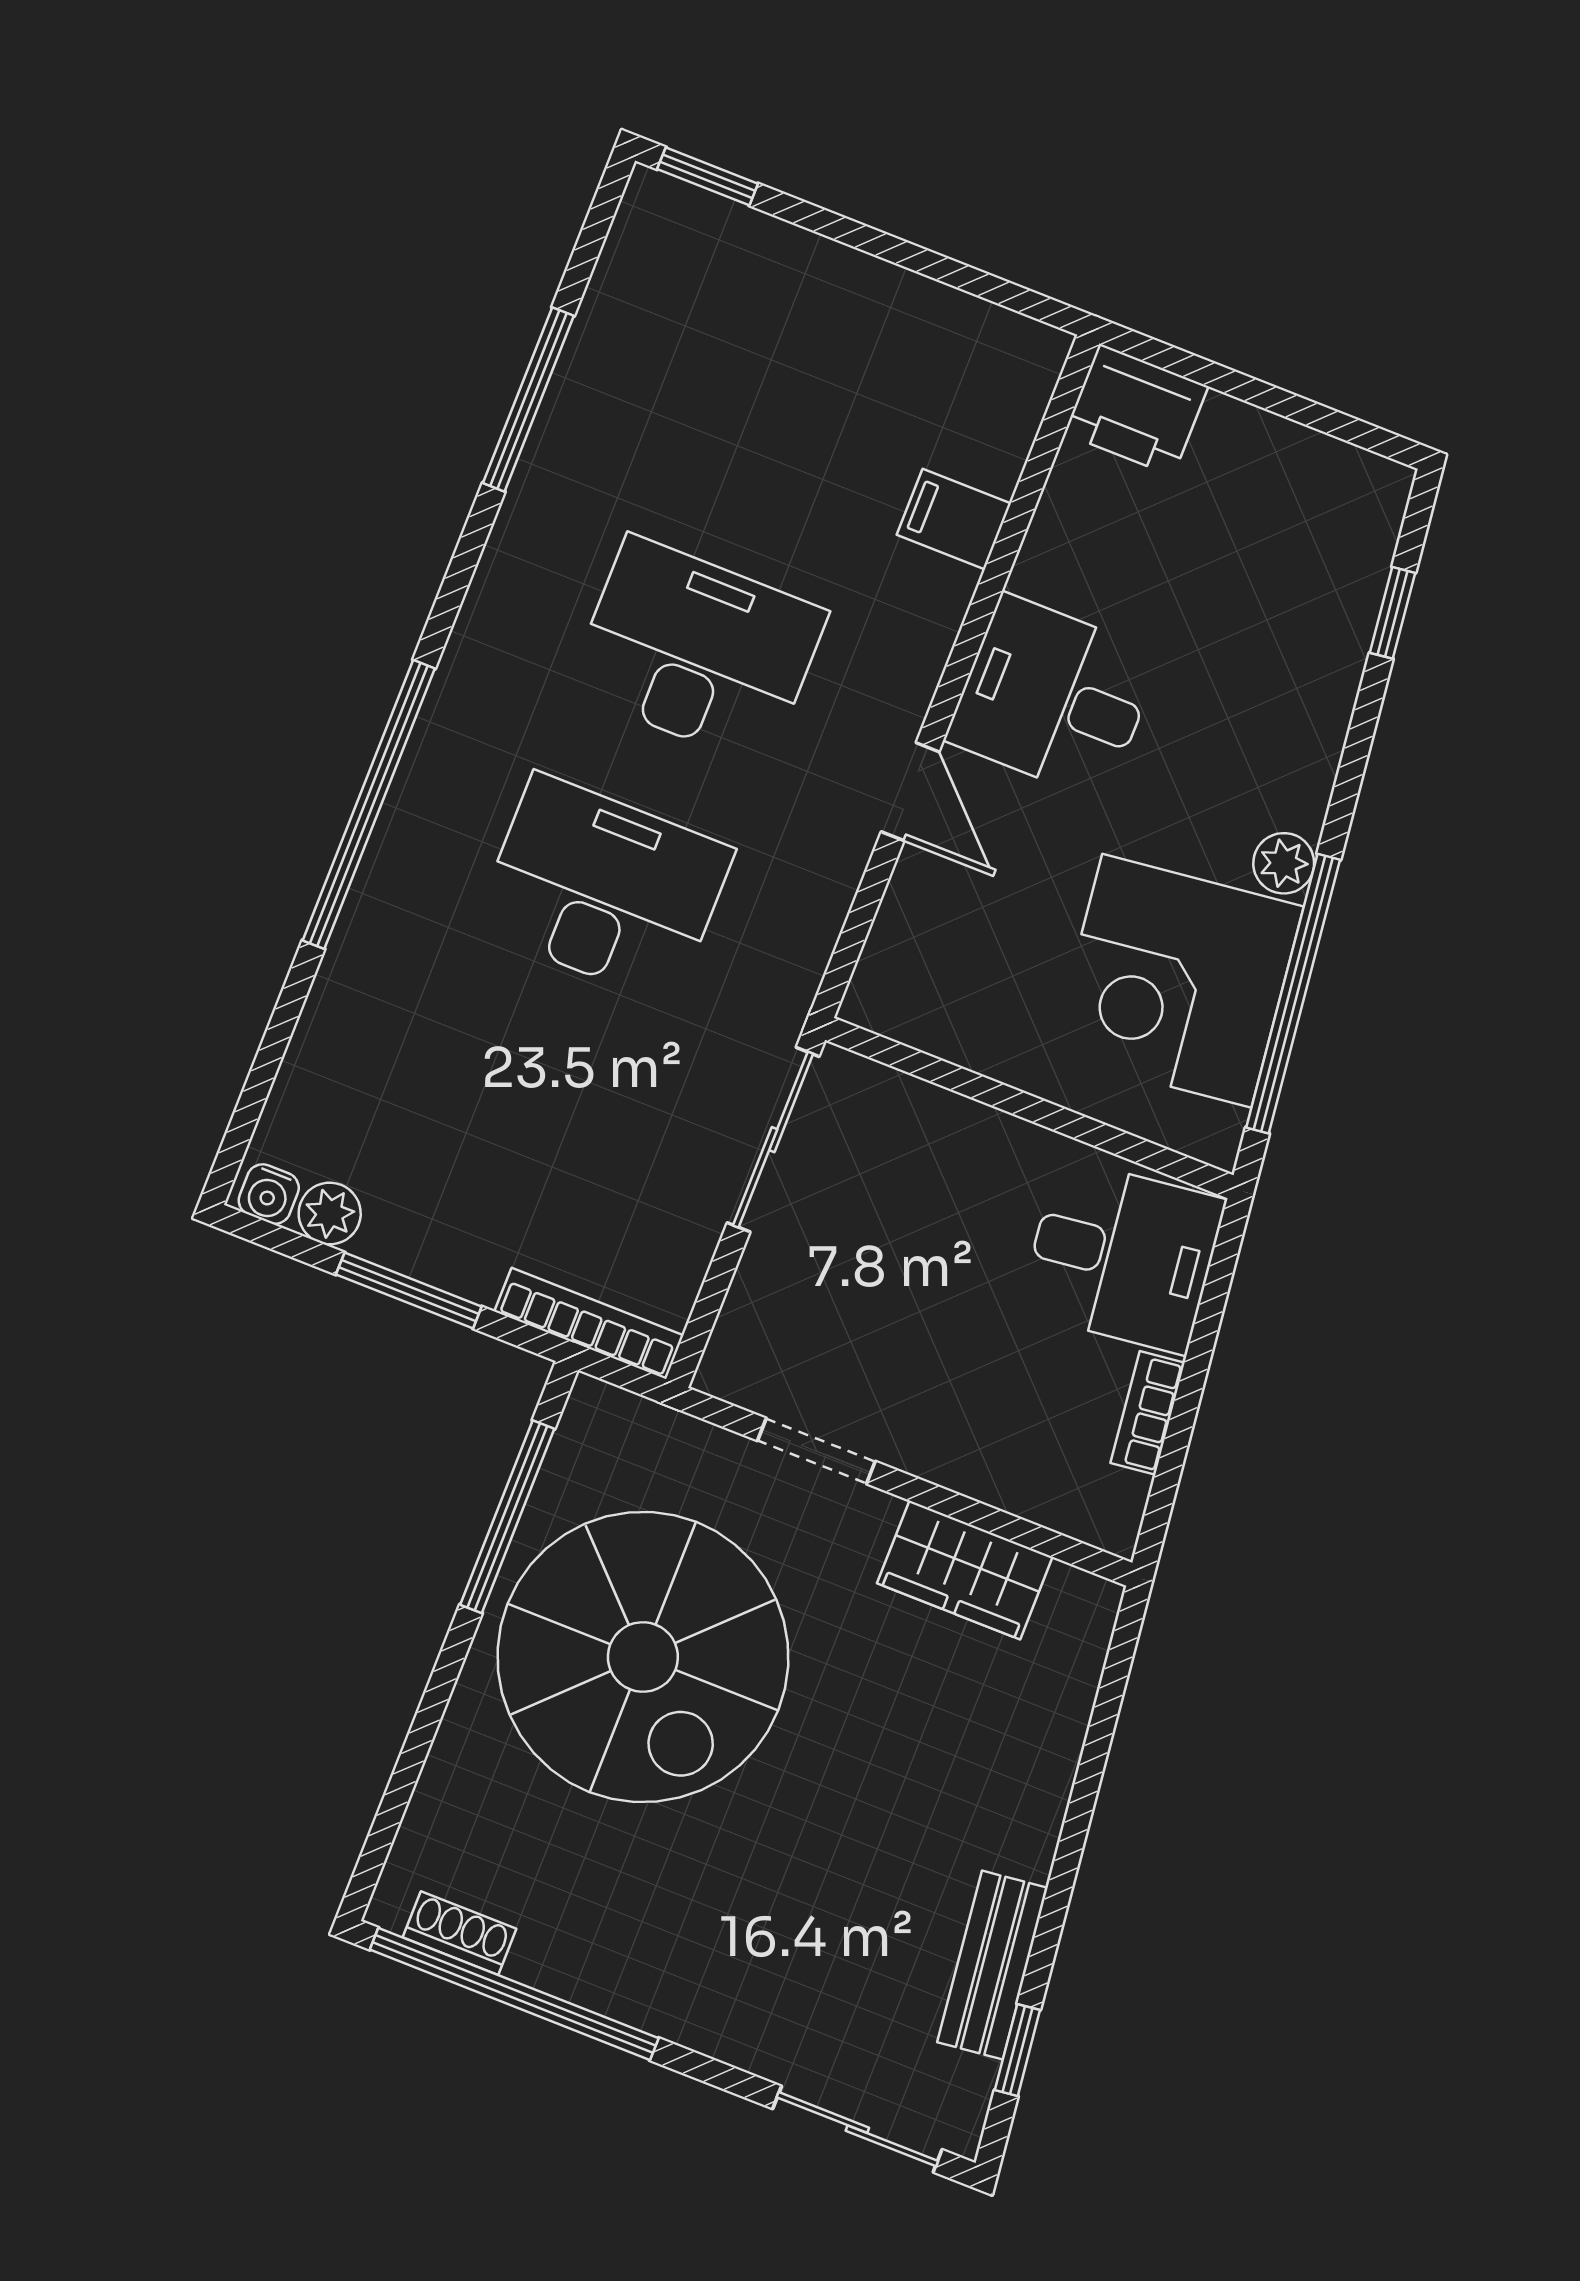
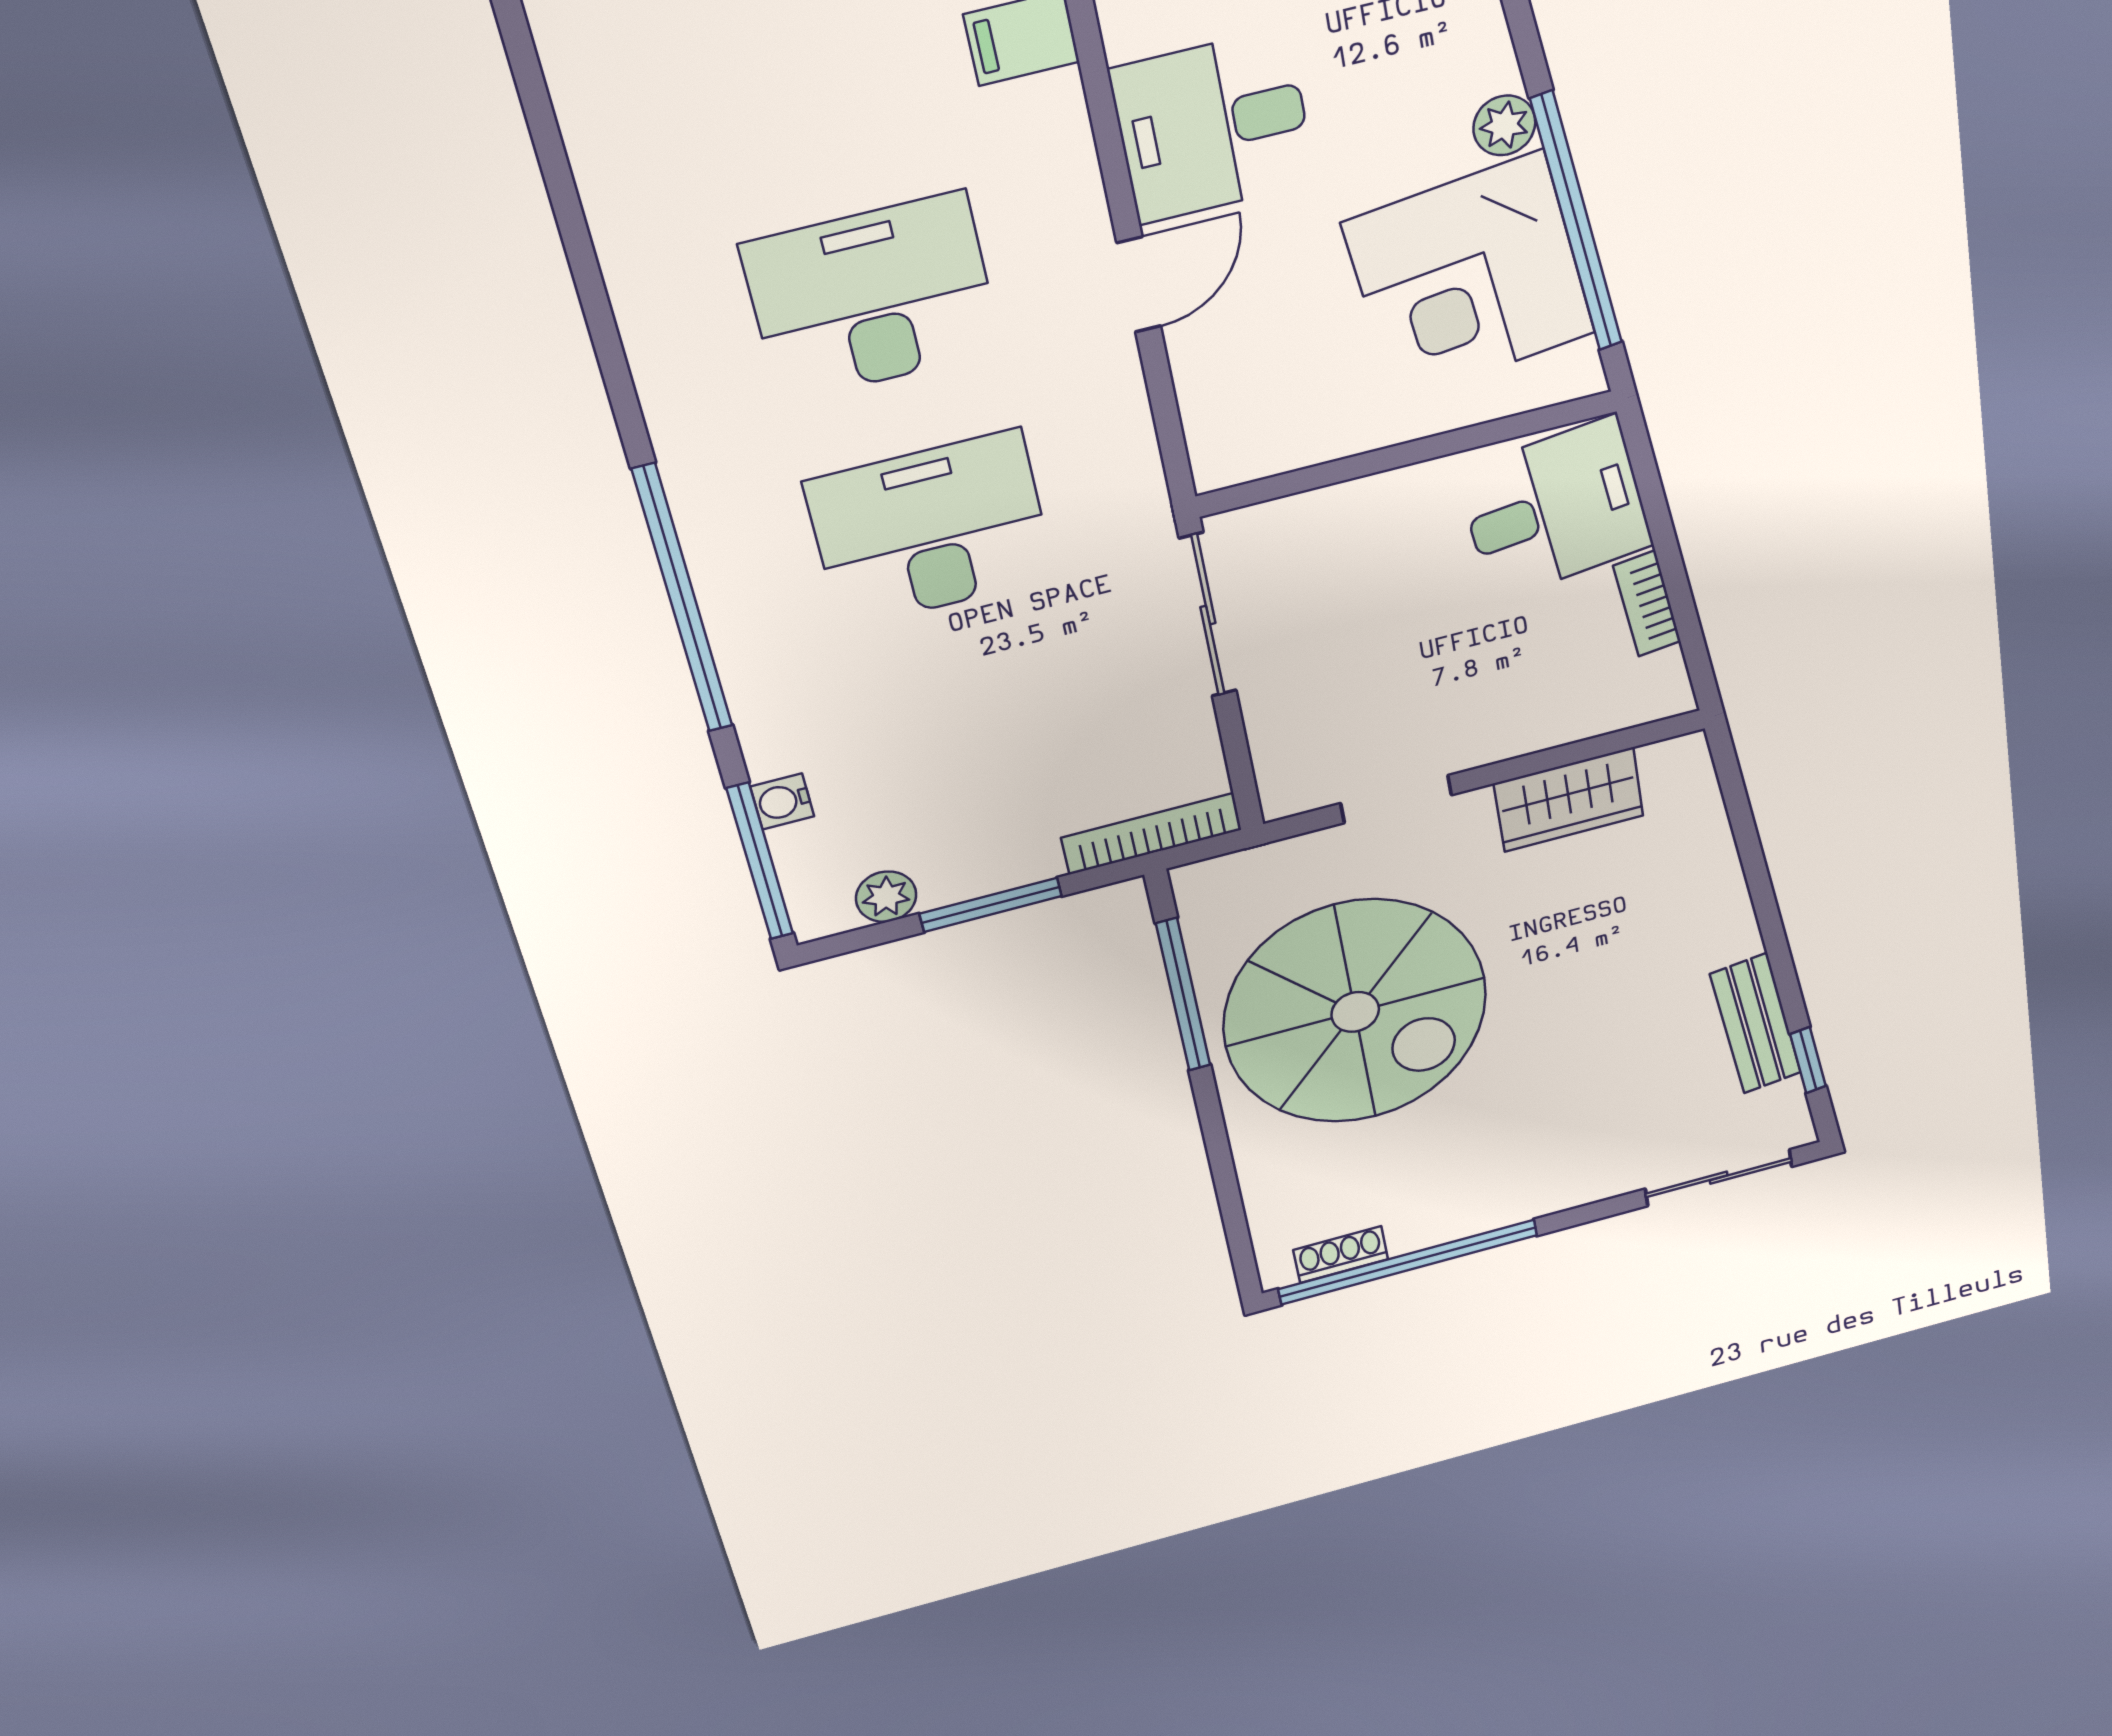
window: (528, 399) -> (760, 861), moved
door: (910, 792) -> (1139, 285), hinge flipped
water cooler: (269, 1194) -> (782, 801), moved, turned 90

